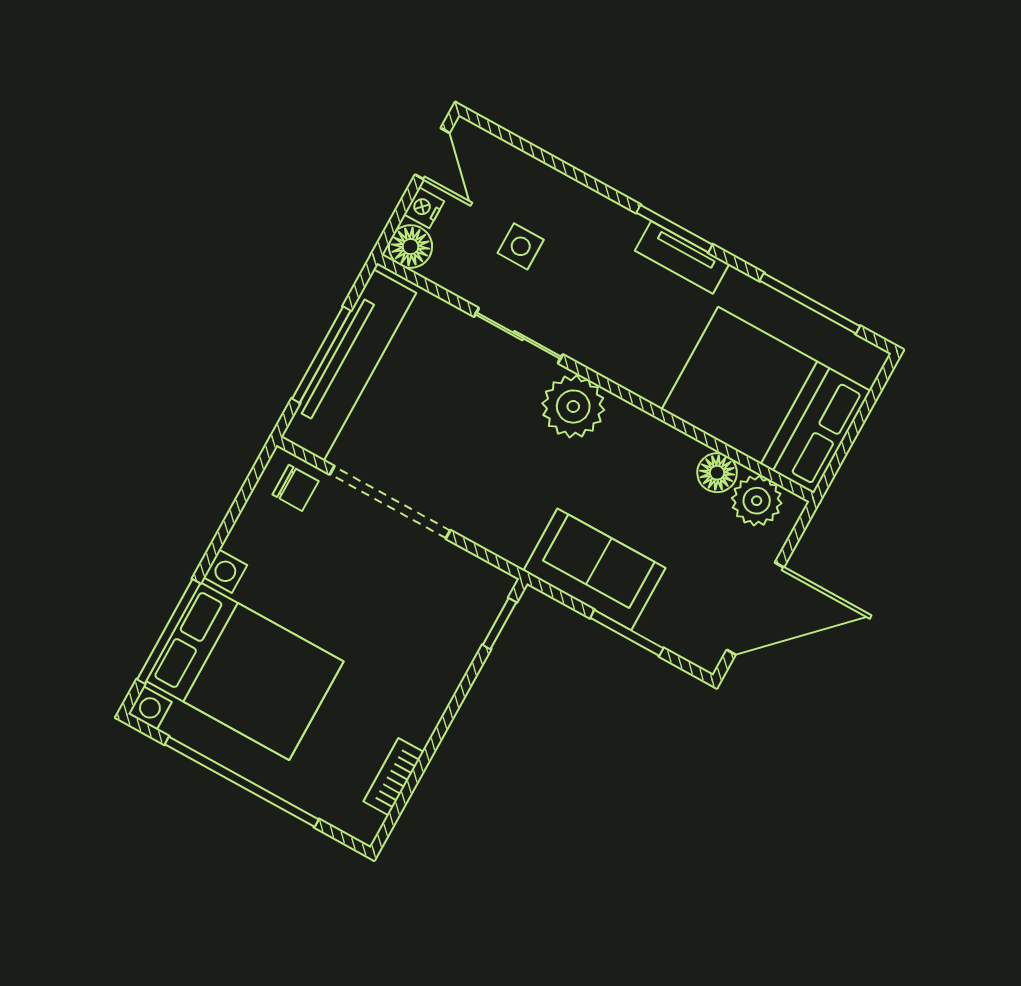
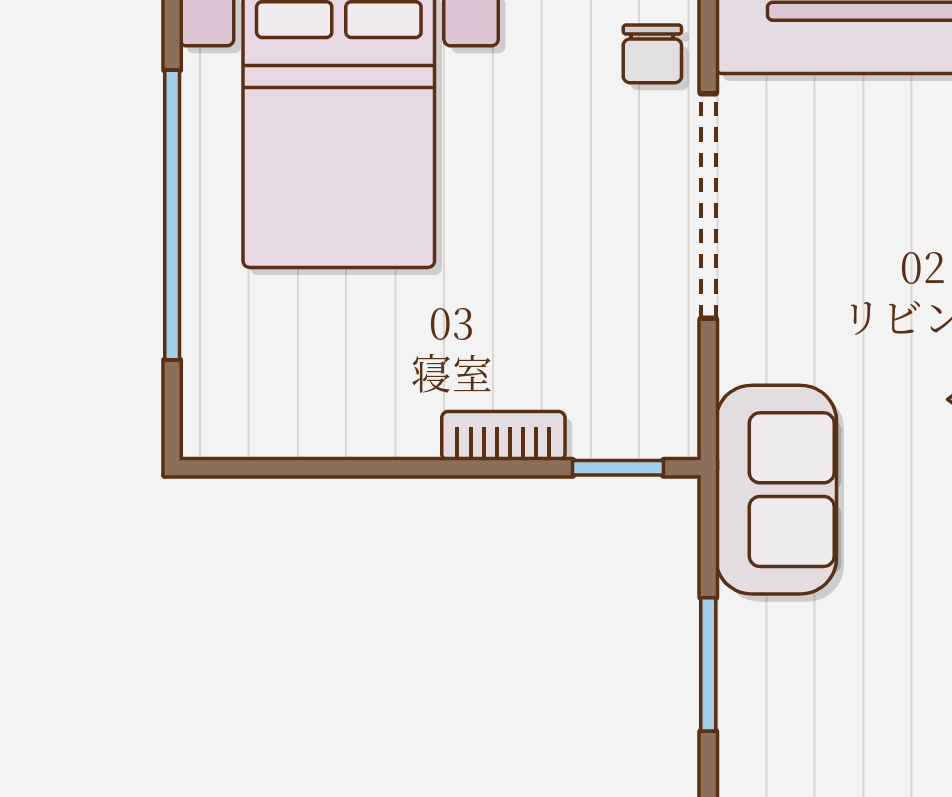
sofa: (594, 569) -> (776, 490), moved
bookcase: (394, 777) -> (503, 436), moved

